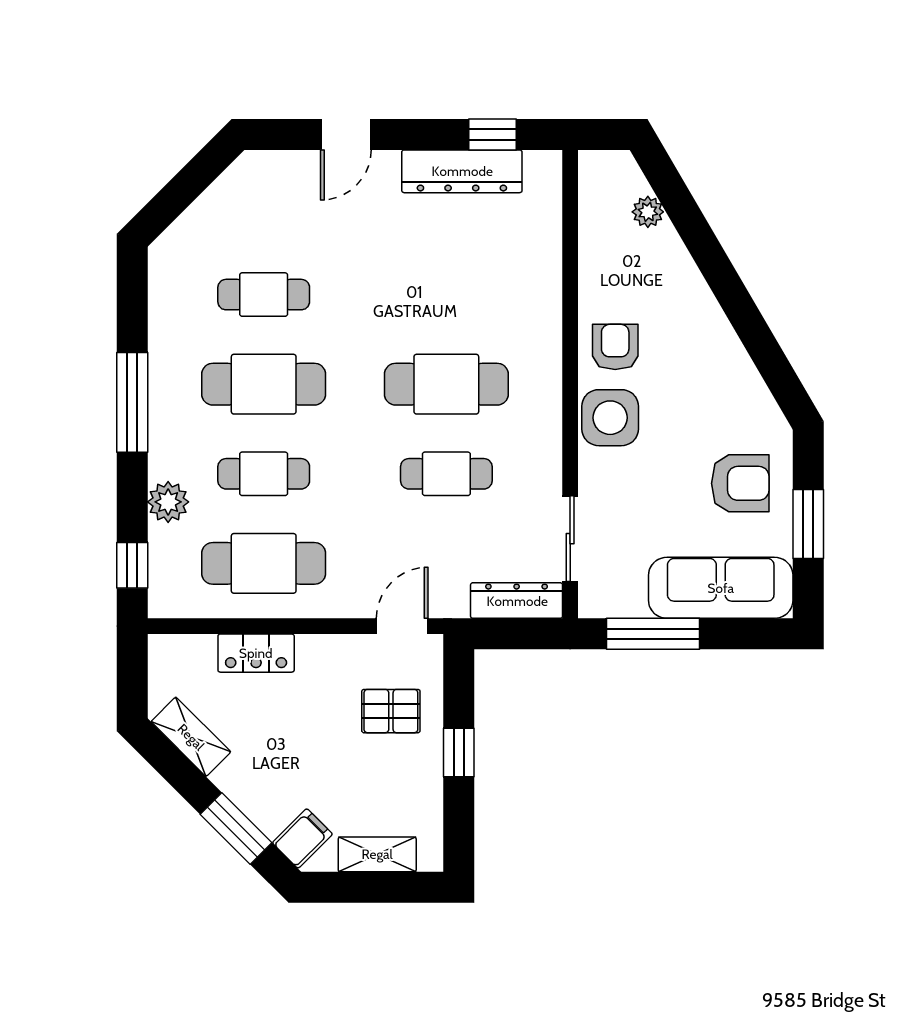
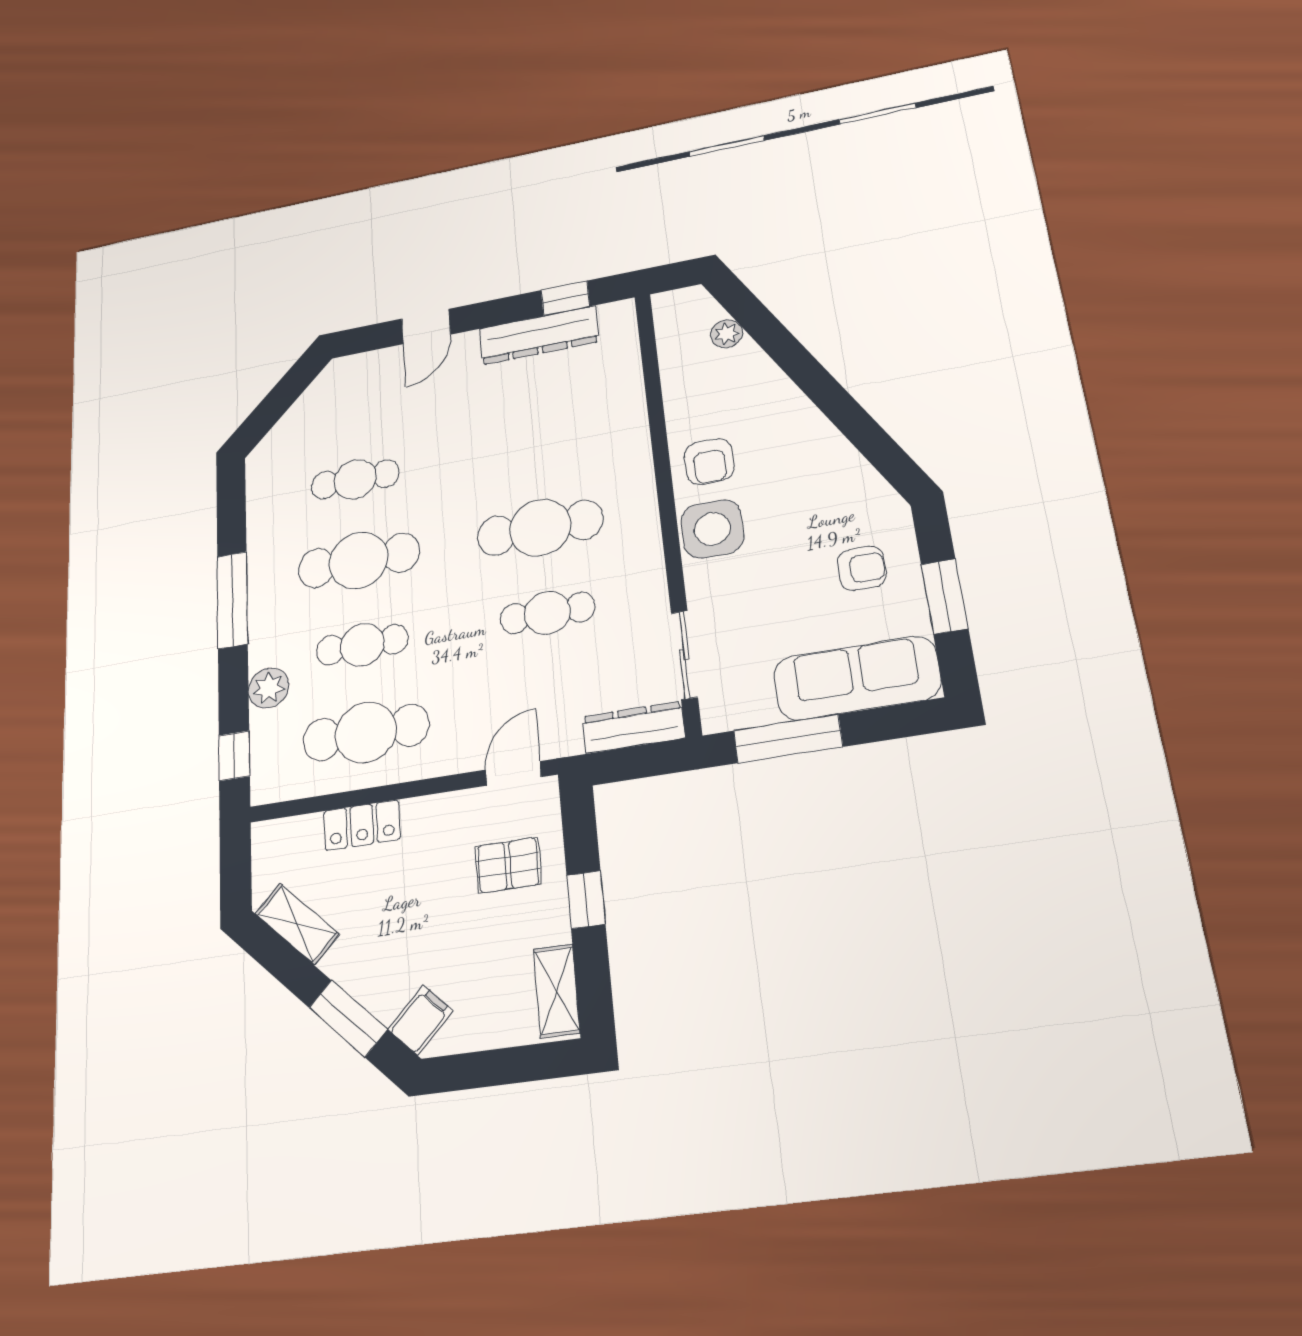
armchair: (615, 347) -> (709, 461), turned 180
armchair: (740, 483) -> (862, 568), width x0.72, depth x0.72
shelving: (377, 854) -> (557, 991), moved, turned 90

